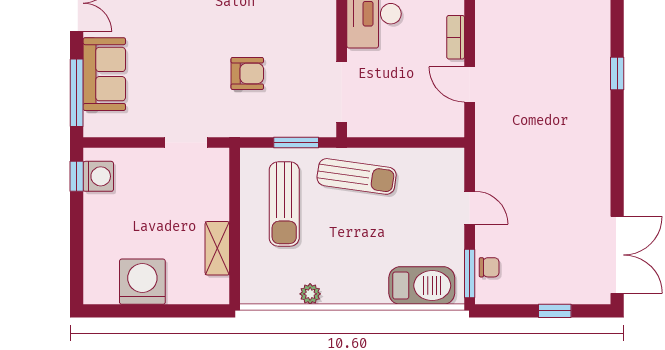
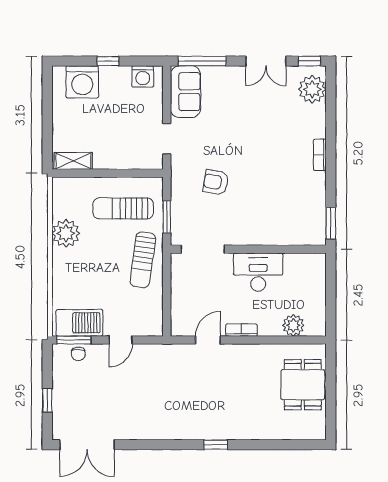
armchair: (247, 73) -> (216, 182), turned 100
sofa: (104, 74) -> (185, 92), moved, turned -90
window: (77, 176) -> (108, 61), moved
shelving: (217, 248) -> (73, 161), moved
washing machine: (142, 282) -> (82, 82), moved, turned 90
barbecue: (422, 286) -> (79, 323), moved, turned -90
plant: (310, 294) -> (66, 233), width x1.88, depth x1.88

